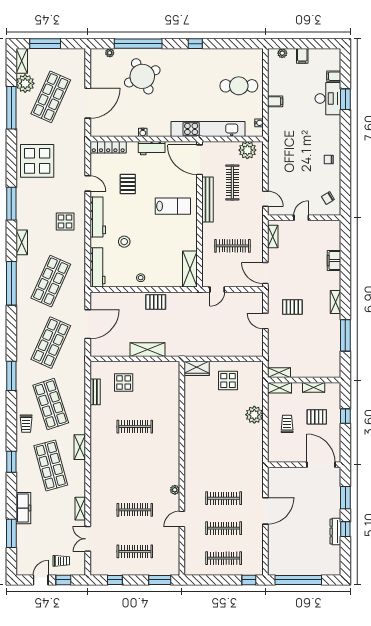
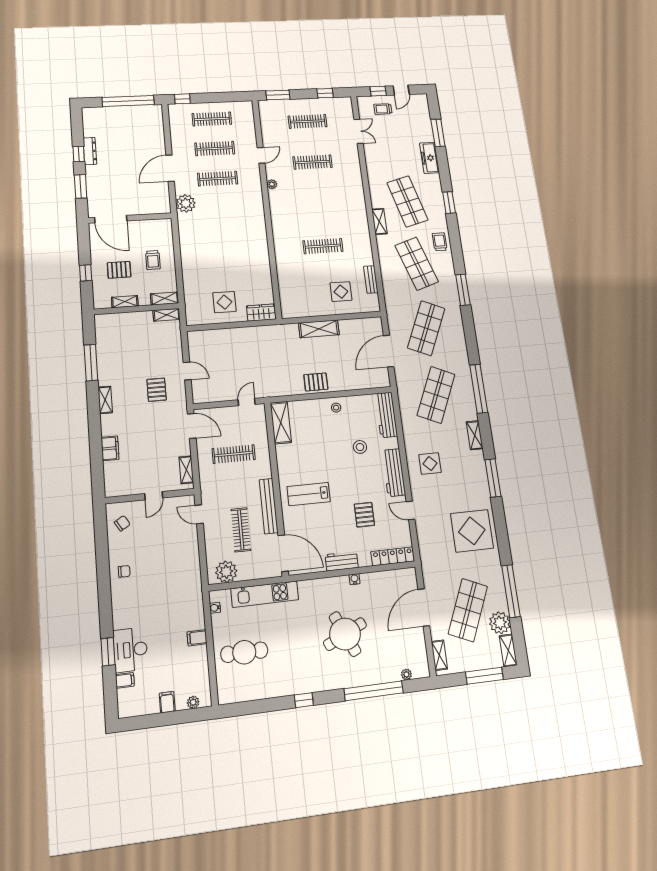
round table: (142, 76) -> (345, 634), moved
kitchen unit: (208, 129) -> (265, 594), width x0.73
pallet: (292, 307) -> (157, 390), turned 90
plant: (254, 415) -> (186, 203), moved
shelving: (80, 509) -> (439, 655), moved

